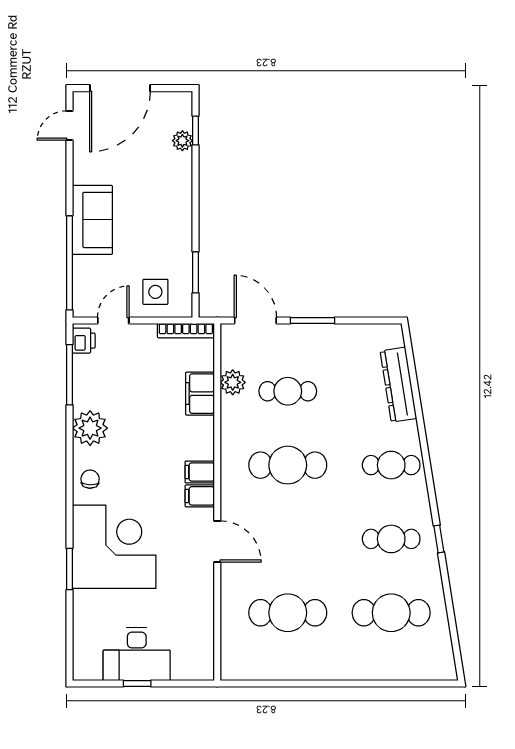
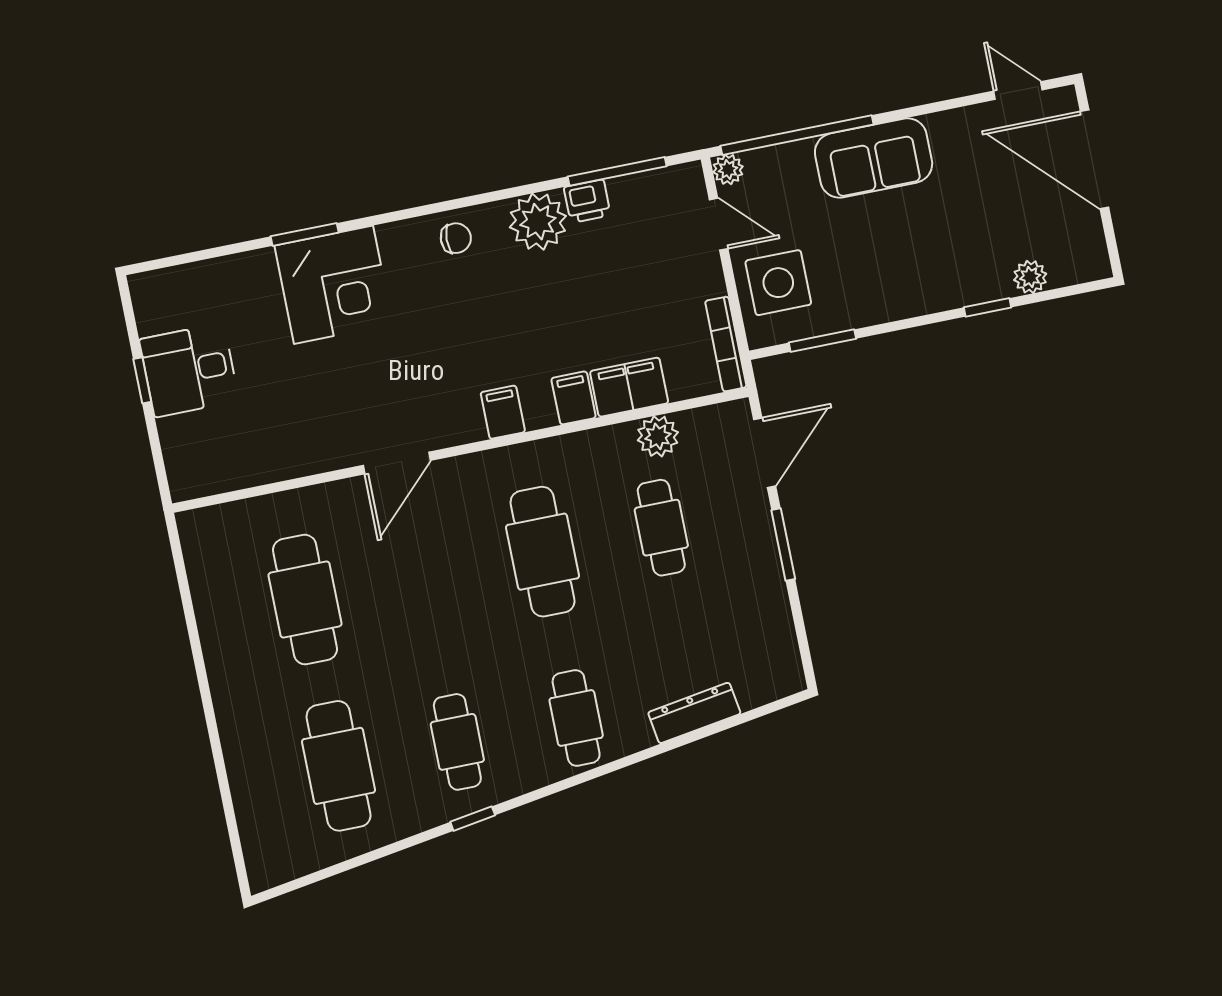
window: (195, 130) -> (987, 307), moved
side table: (155, 292) -> (778, 283), width x1.37, depth x1.37
plant: (82, 308) -> (728, 169), added
printer: (84, 341) -> (587, 201), moved
dresser: (398, 385) -> (694, 713), width x0.73, depth x0.80
filing cabinet: (200, 496) -> (574, 398), moved
corner desk: (114, 547) -> (334, 285), width x0.74, depth x0.74
desk: (137, 654) -> (189, 370), width x0.73

